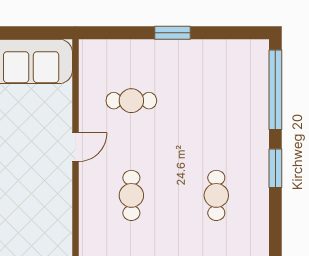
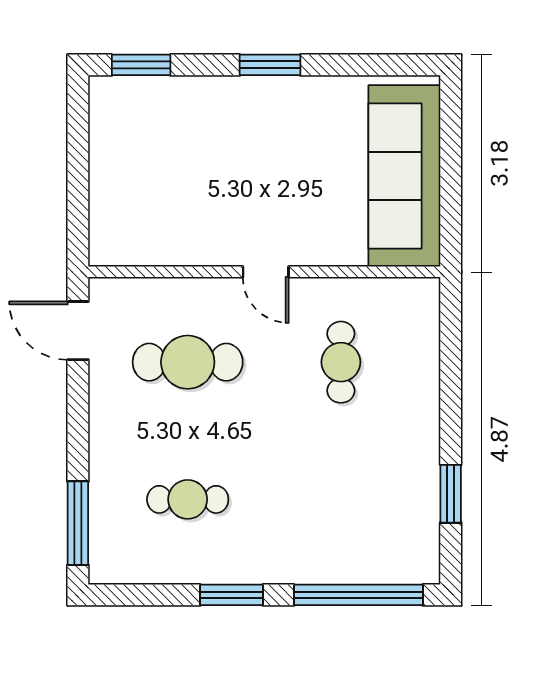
window: (172, 33) -> (451, 494), moved
cafe table: (131, 195) -> (188, 362), width x1.37, depth x1.35

